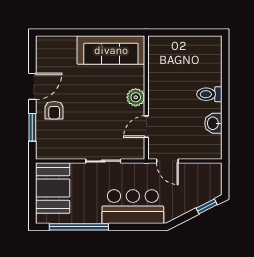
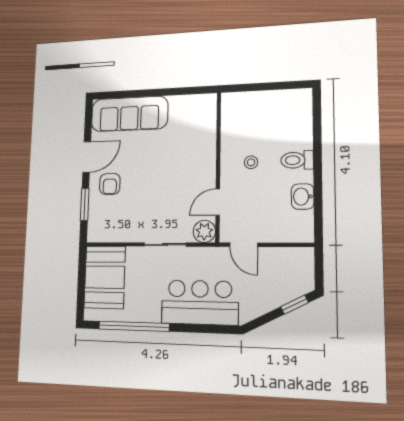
sofa: (111, 50) -> (129, 114), moved
stool: (173, 95) -> (251, 162), added
plant: (136, 97) -> (204, 231), moved

